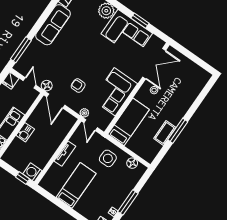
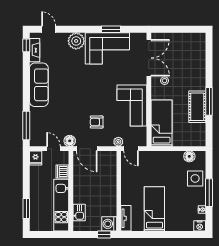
dishwasher: (24, 106) -> (62, 171), added
kitchen sink: (25, 132) -> (79, 212), moved
cot: (165, 133) -> (197, 107), width x1.37, depth x1.34
tv unit: (65, 154) -> (126, 218), moved
side table: (108, 158) -> (195, 178), moved

